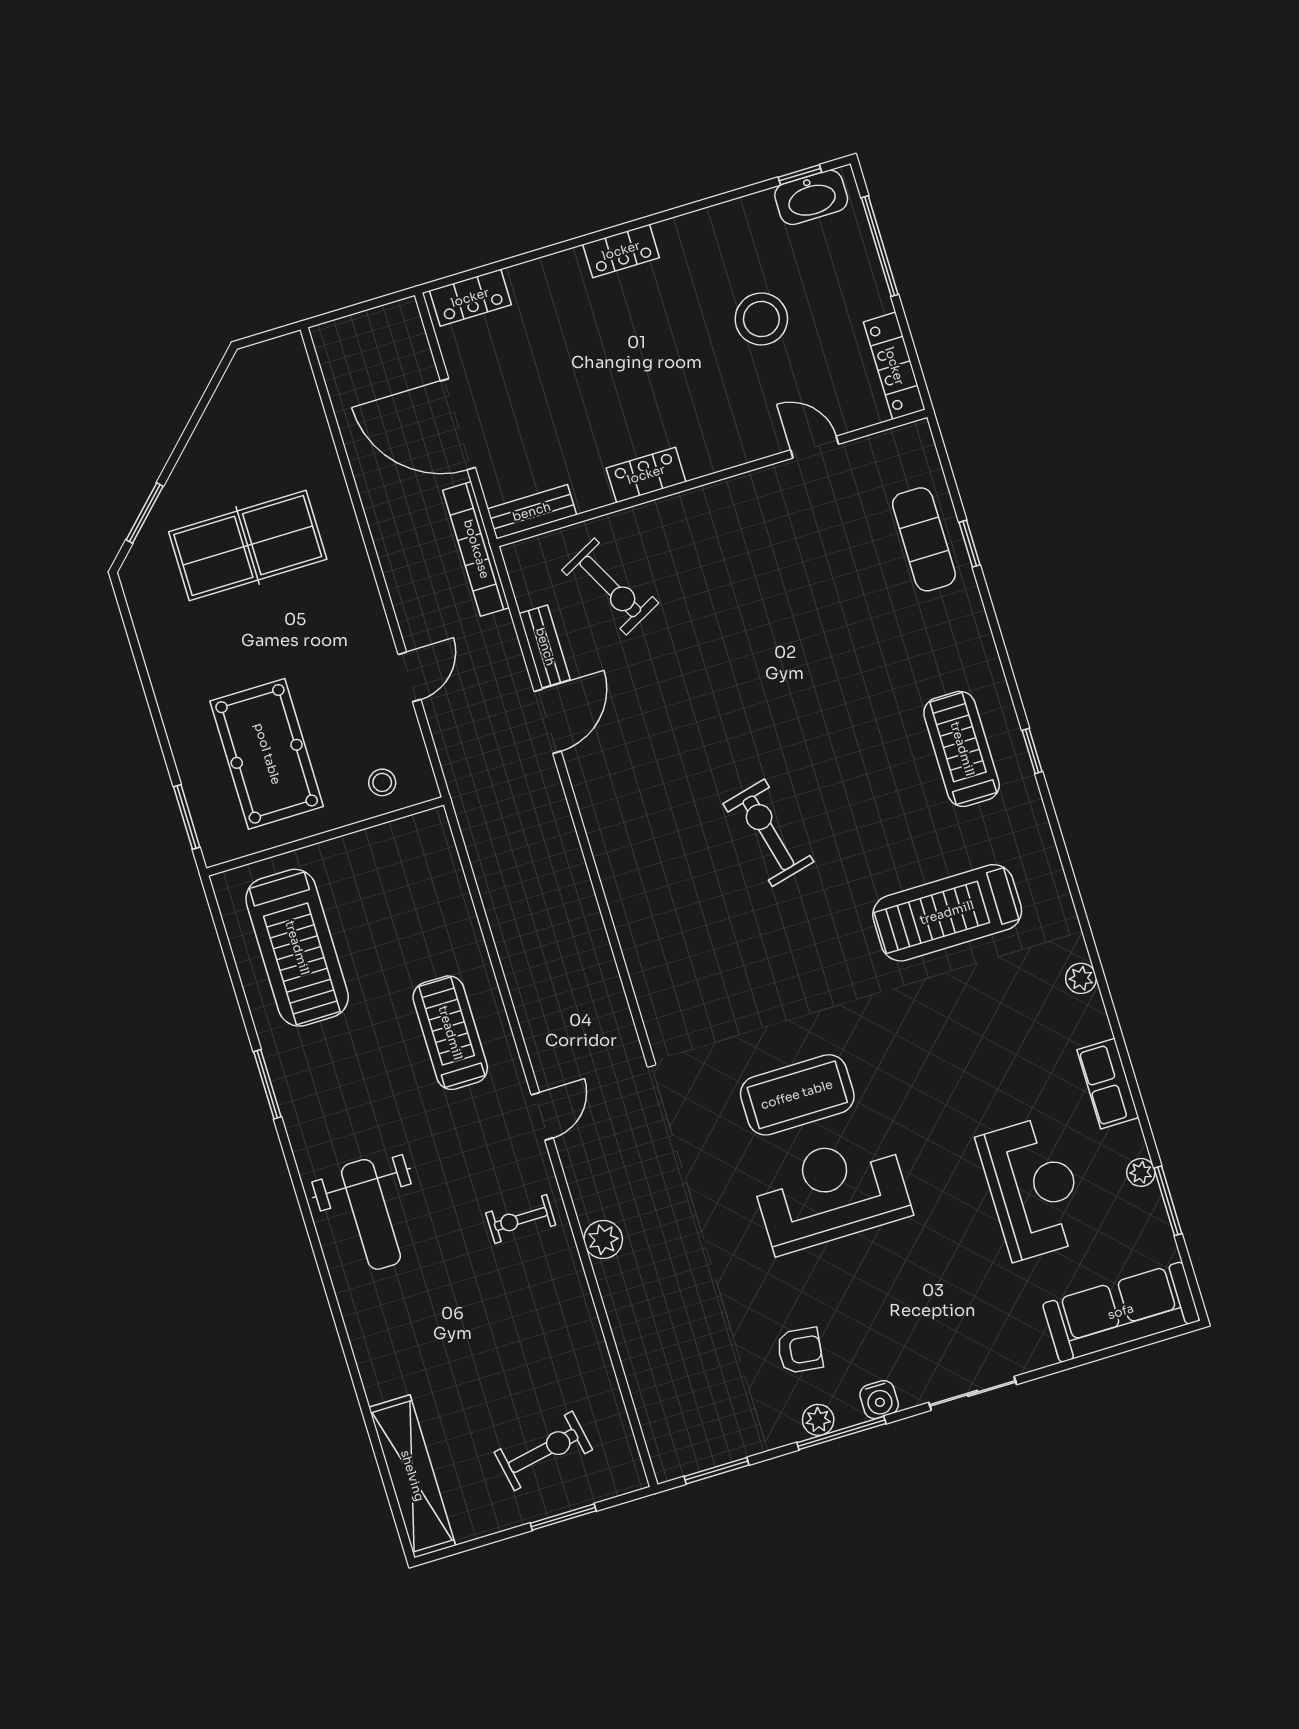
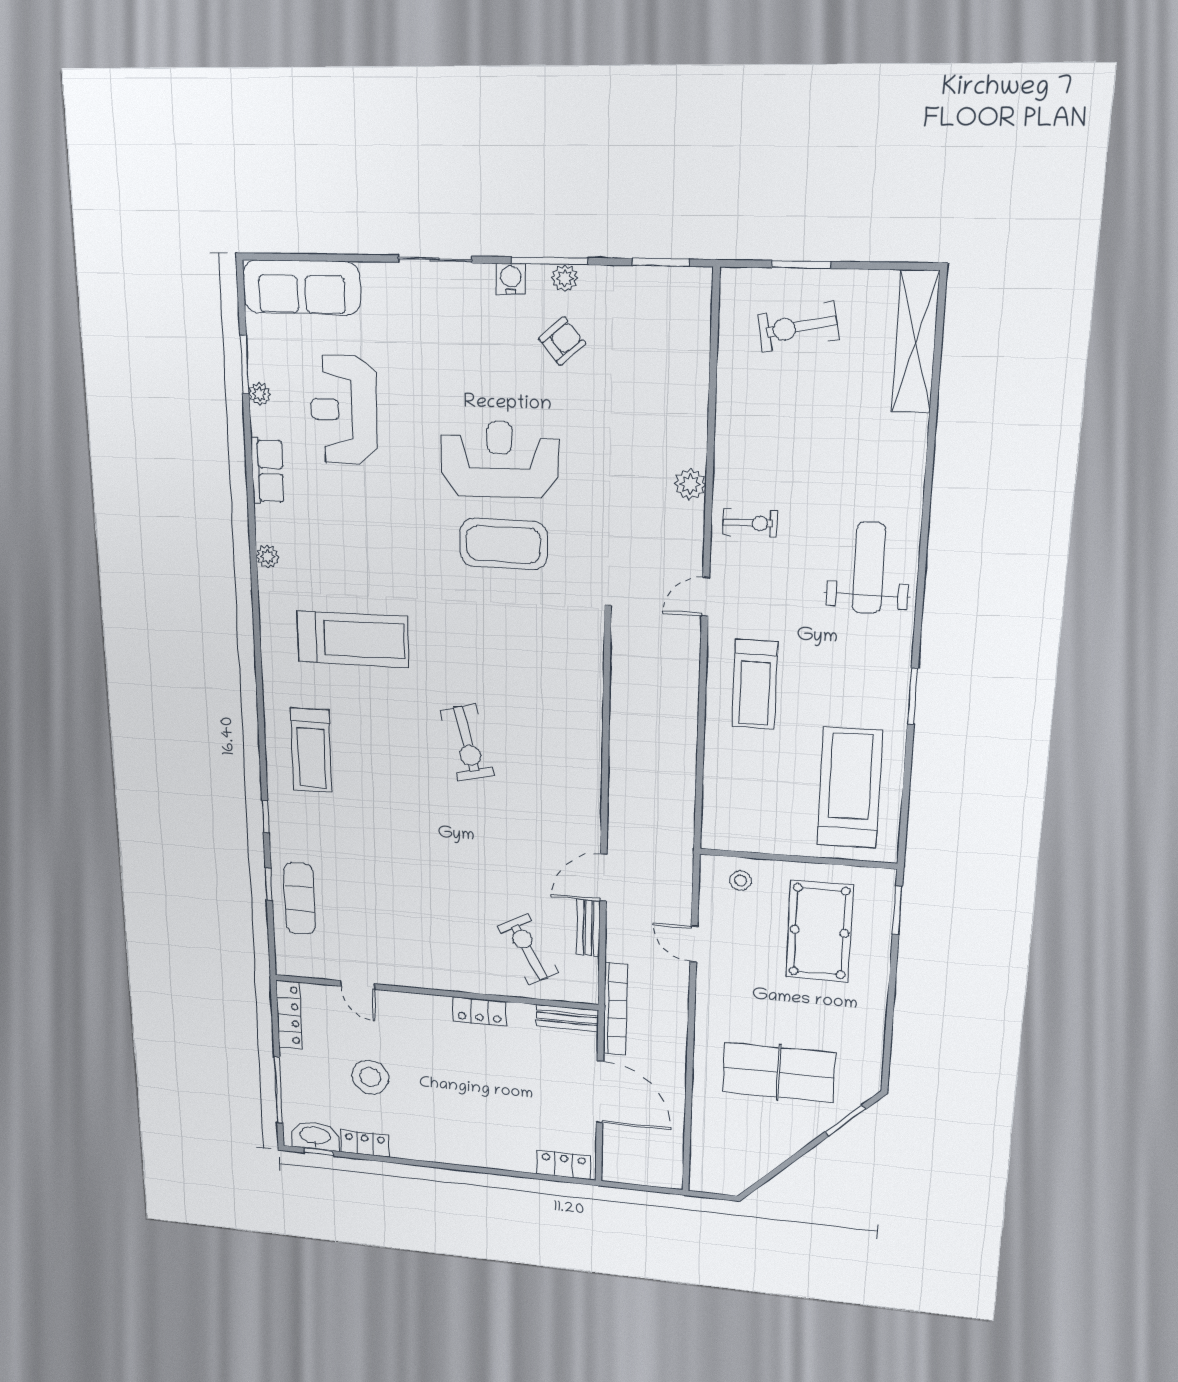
locker: (621, 251) -> (365, 1144), moved
door: (409, 677) -> (694, 944), hinge flipped
window: (1032, 751) -> (266, 817), moved
reception desk: (831, 1193) -> (500, 460), turned 180
armchair: (800, 1350) -> (562, 341), turned 133

